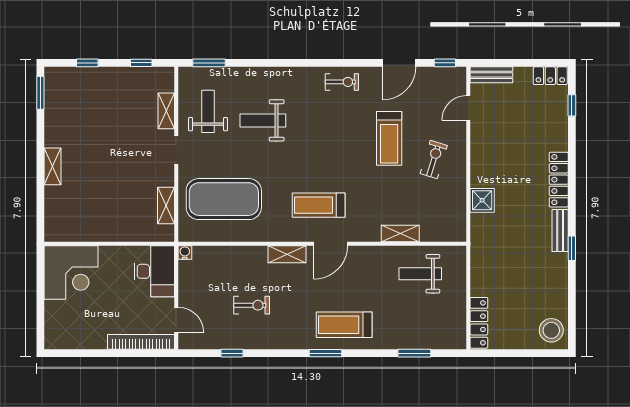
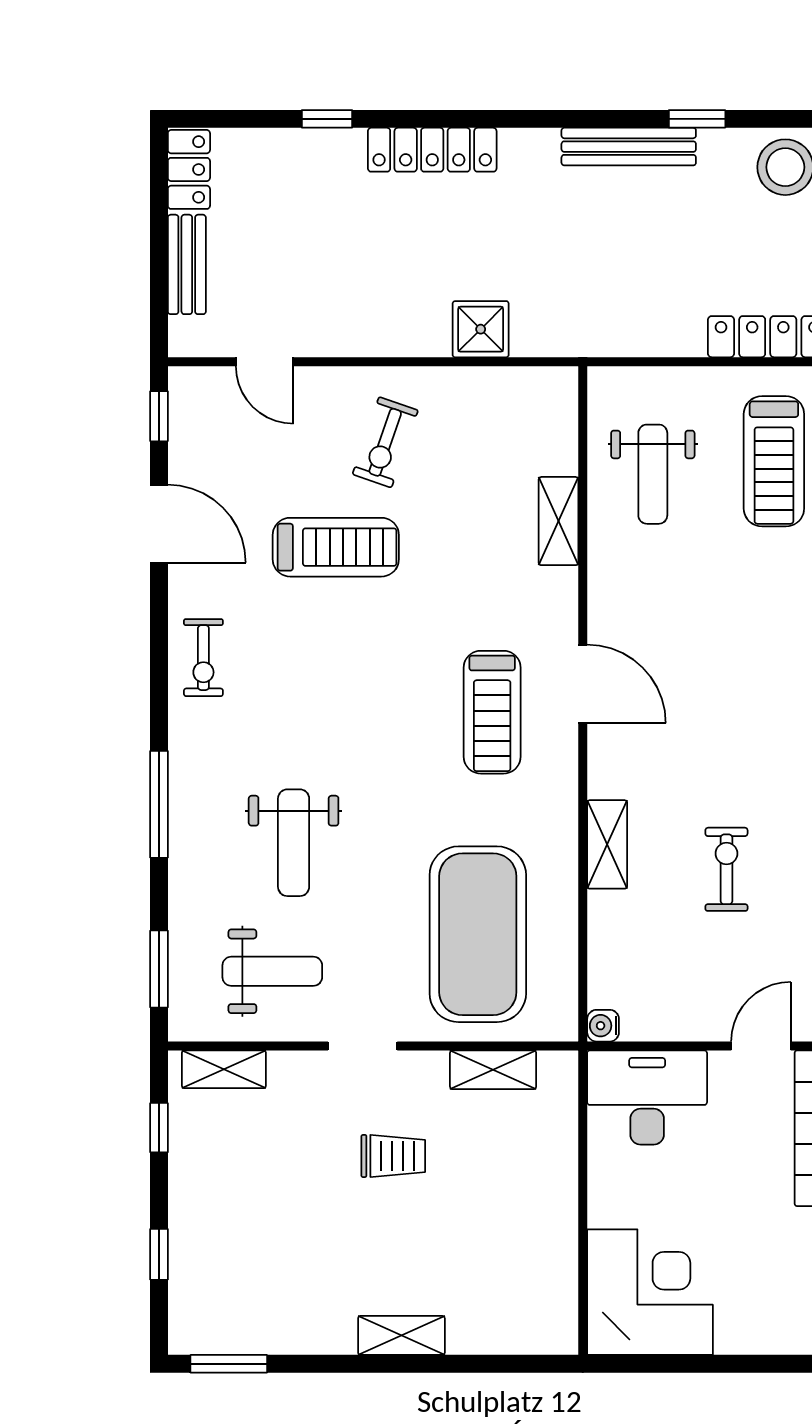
window: (279, 63) -> (159, 804), added
bench: (491, 75) -> (187, 264), moved
exercise bike: (342, 82) -> (203, 658), turned 180
window: (572, 105) -> (327, 119), moved
shelving: (166, 111) -> (224, 1069), moved
weight bench: (208, 111) -> (272, 971), turned 180
exercise bike: (434, 160) -> (385, 442), turned -88
trolley: (129, 163) -> (393, 1156), added
bench: (560, 230) -> (629, 147), moved, width x1.36
window: (572, 248) -> (697, 119), moved
shelving: (287, 254) -> (607, 844), moved
treadmill: (344, 325) -> (774, 461), moved

